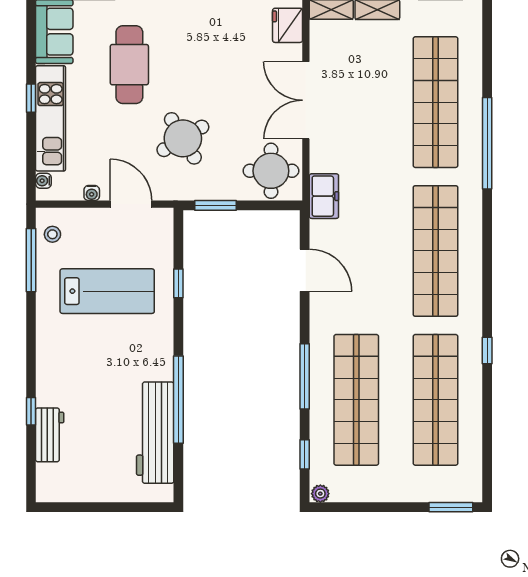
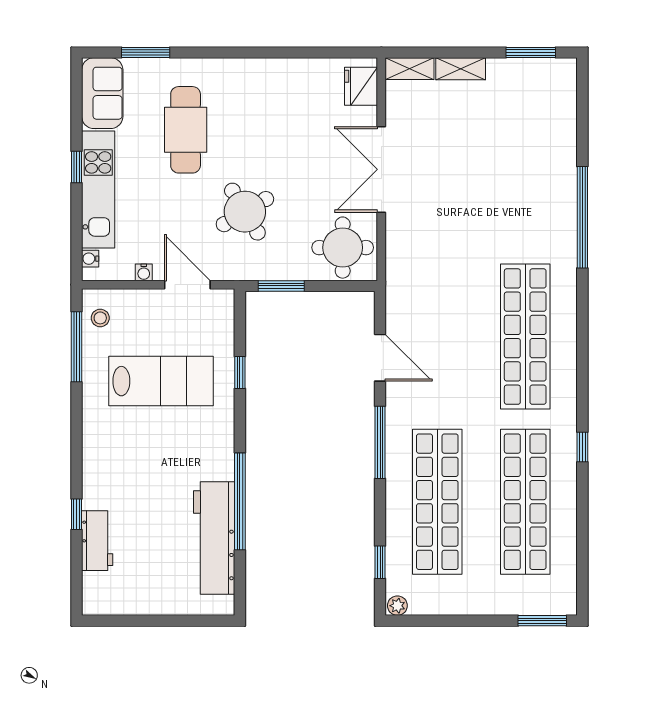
shop shelf: (436, 102) -> (525, 171), removed
freezer: (324, 196) -> (401, 276), removed
window: (305, 376) -> (380, 442), moved

